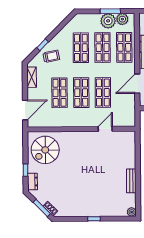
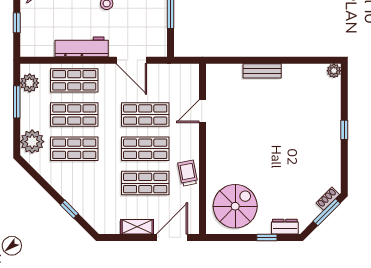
plant: (108, 21) -> (32, 142), moved
trolley: (51, 56) -> (188, 173), moved
shelving: (32, 77) -> (137, 227), moved
door: (25, 110) -> (172, 237), hinge flipped
door: (105, 129) -> (203, 111), hinge flipped
spiral stairs: (45, 150) -> (235, 206), turned -90
bench: (131, 181) -> (262, 71), moved

